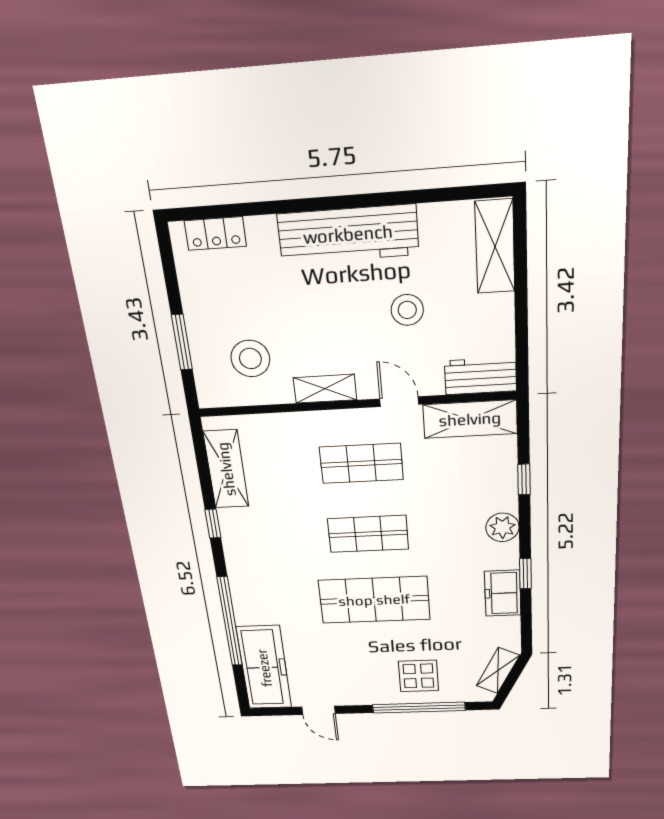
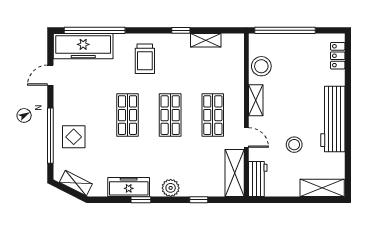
window: (182, 342) -> (285, 30), width x2.11
stool: (250, 359) -> (261, 66), moved
door: (399, 402) -> (246, 137), hinge flipped
shelving: (226, 469) -> (206, 40), width x0.67, depth x0.75
trolley: (272, 578) -> (145, 59), added
freezer: (503, 593) -> (129, 187), width x1.40
shop shelf: (374, 600) -> (127, 115), width x0.70, depth x0.74
window: (230, 622) -> (95, 30), moved

